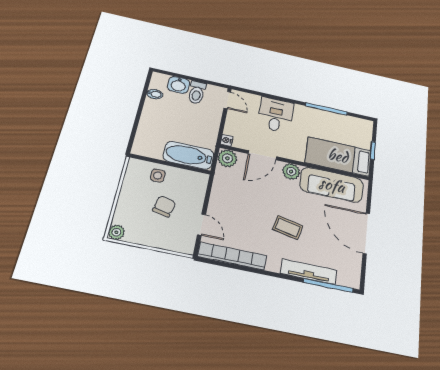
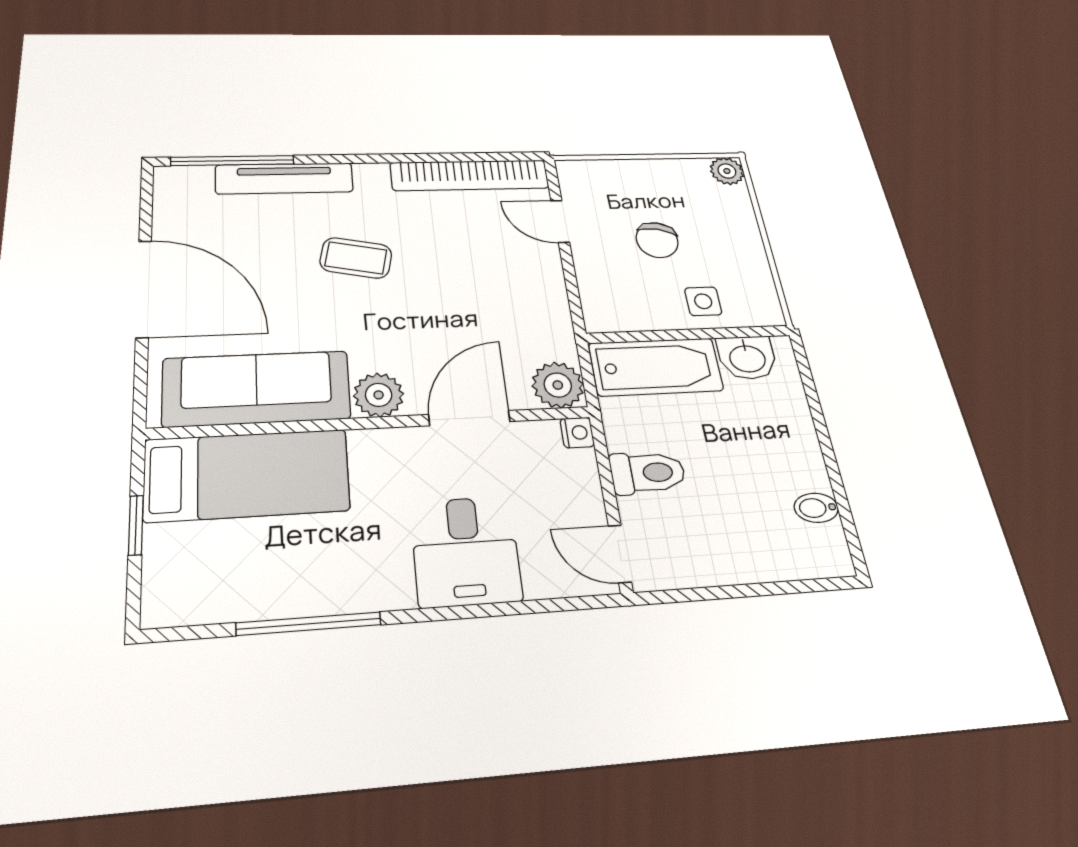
washbasin: (178, 85) -> (747, 358), moved, turned 180
toilet: (197, 92) -> (648, 473), moved, turned 90

